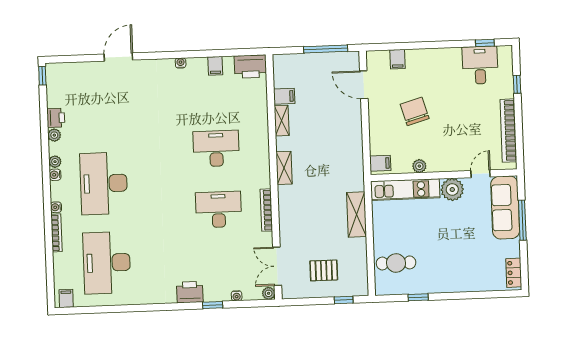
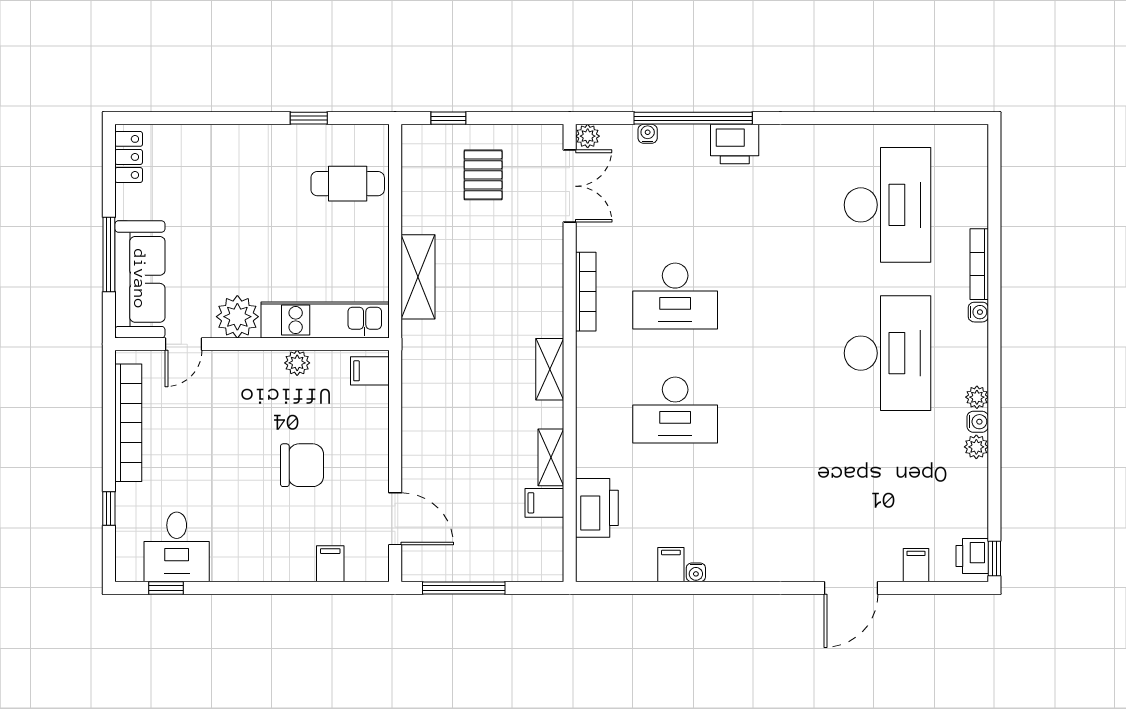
water cooler: (181, 63) -> (696, 572), moved
printer: (250, 67) -> (597, 508), moved, turned 90
chair: (415, 111) -> (302, 465), turned -74
printer: (56, 118) -> (972, 556), moved
water cooler: (55, 175) -> (978, 422), moved
pallet: (324, 270) -> (483, 175), turned 90
filing cabinet: (66, 298) -> (916, 565), moved, turned 180
window: (213, 305) -> (693, 118), width x3.17

